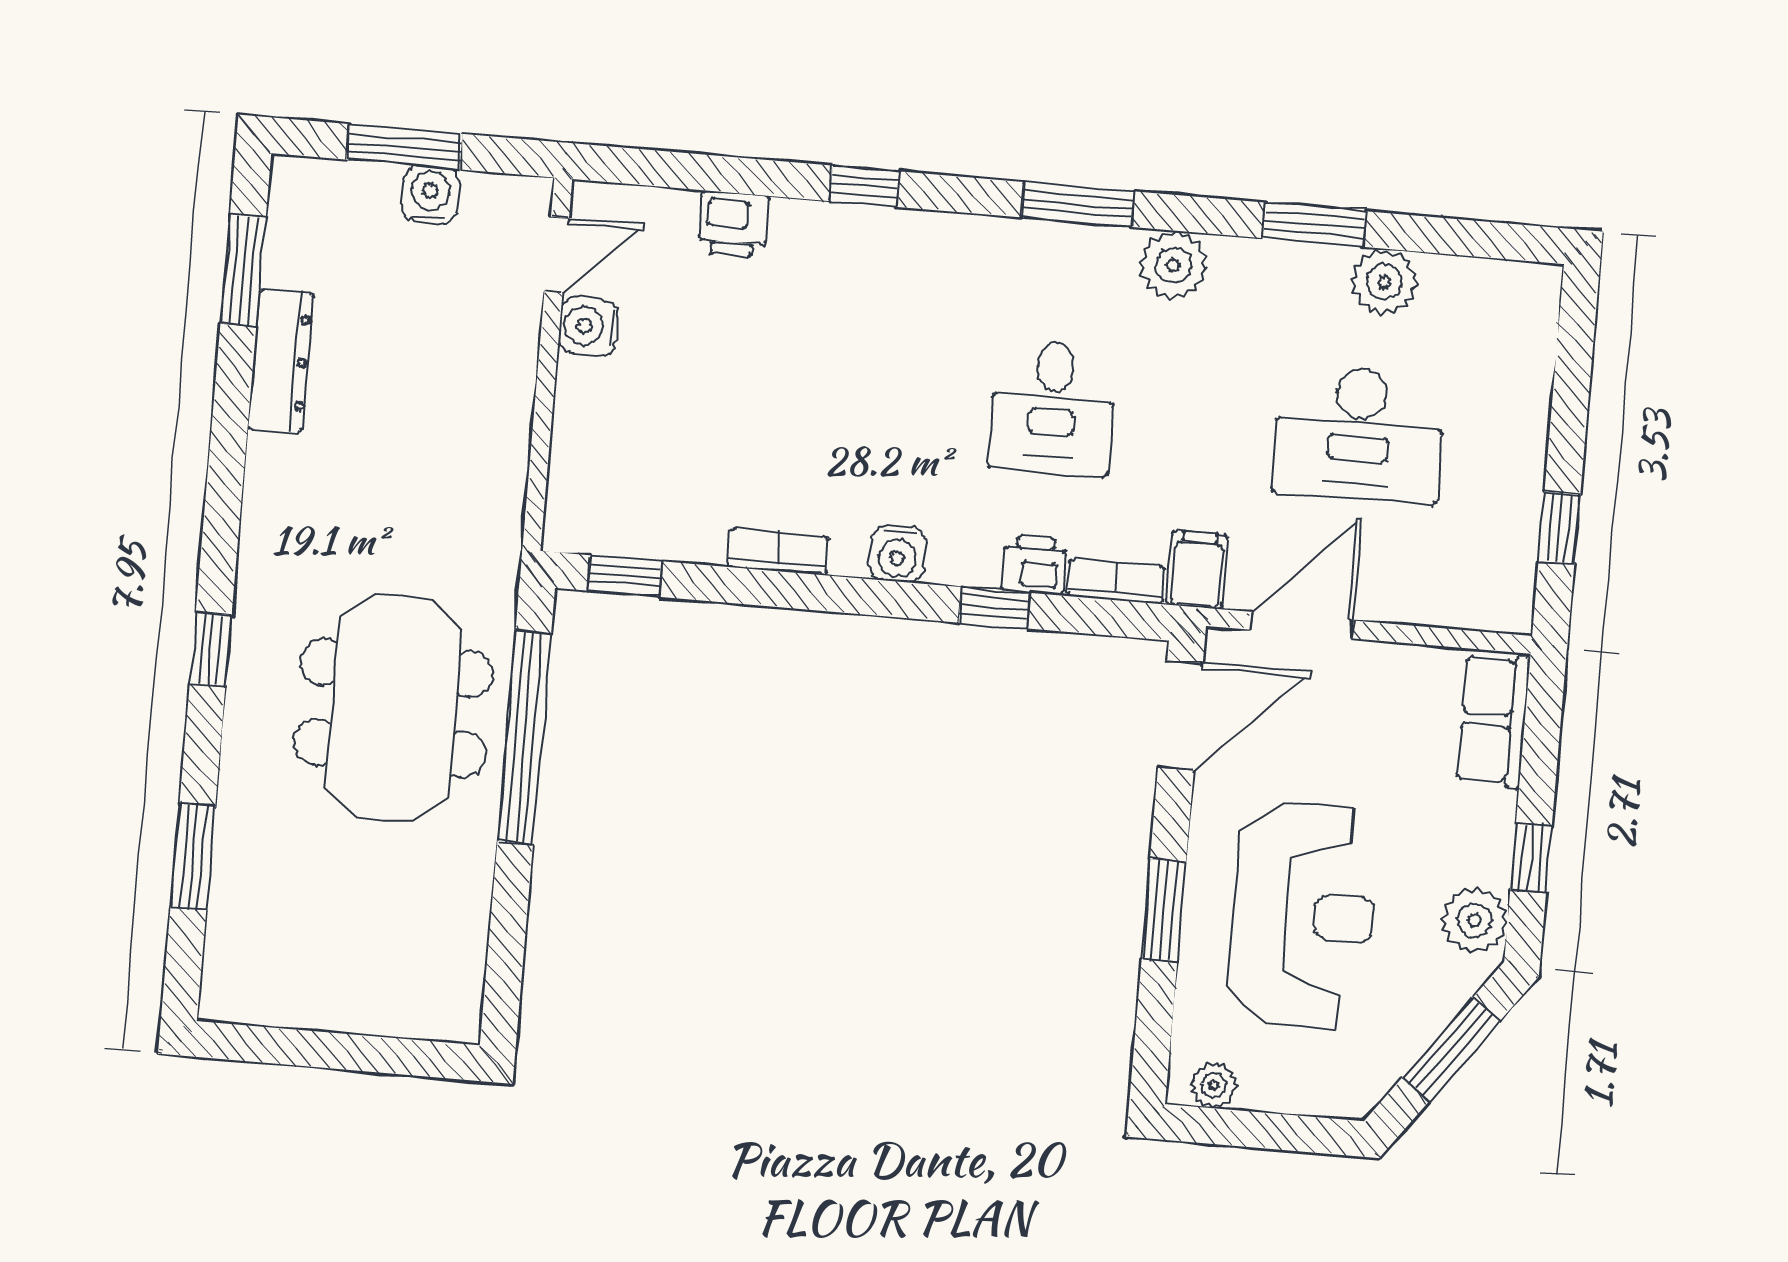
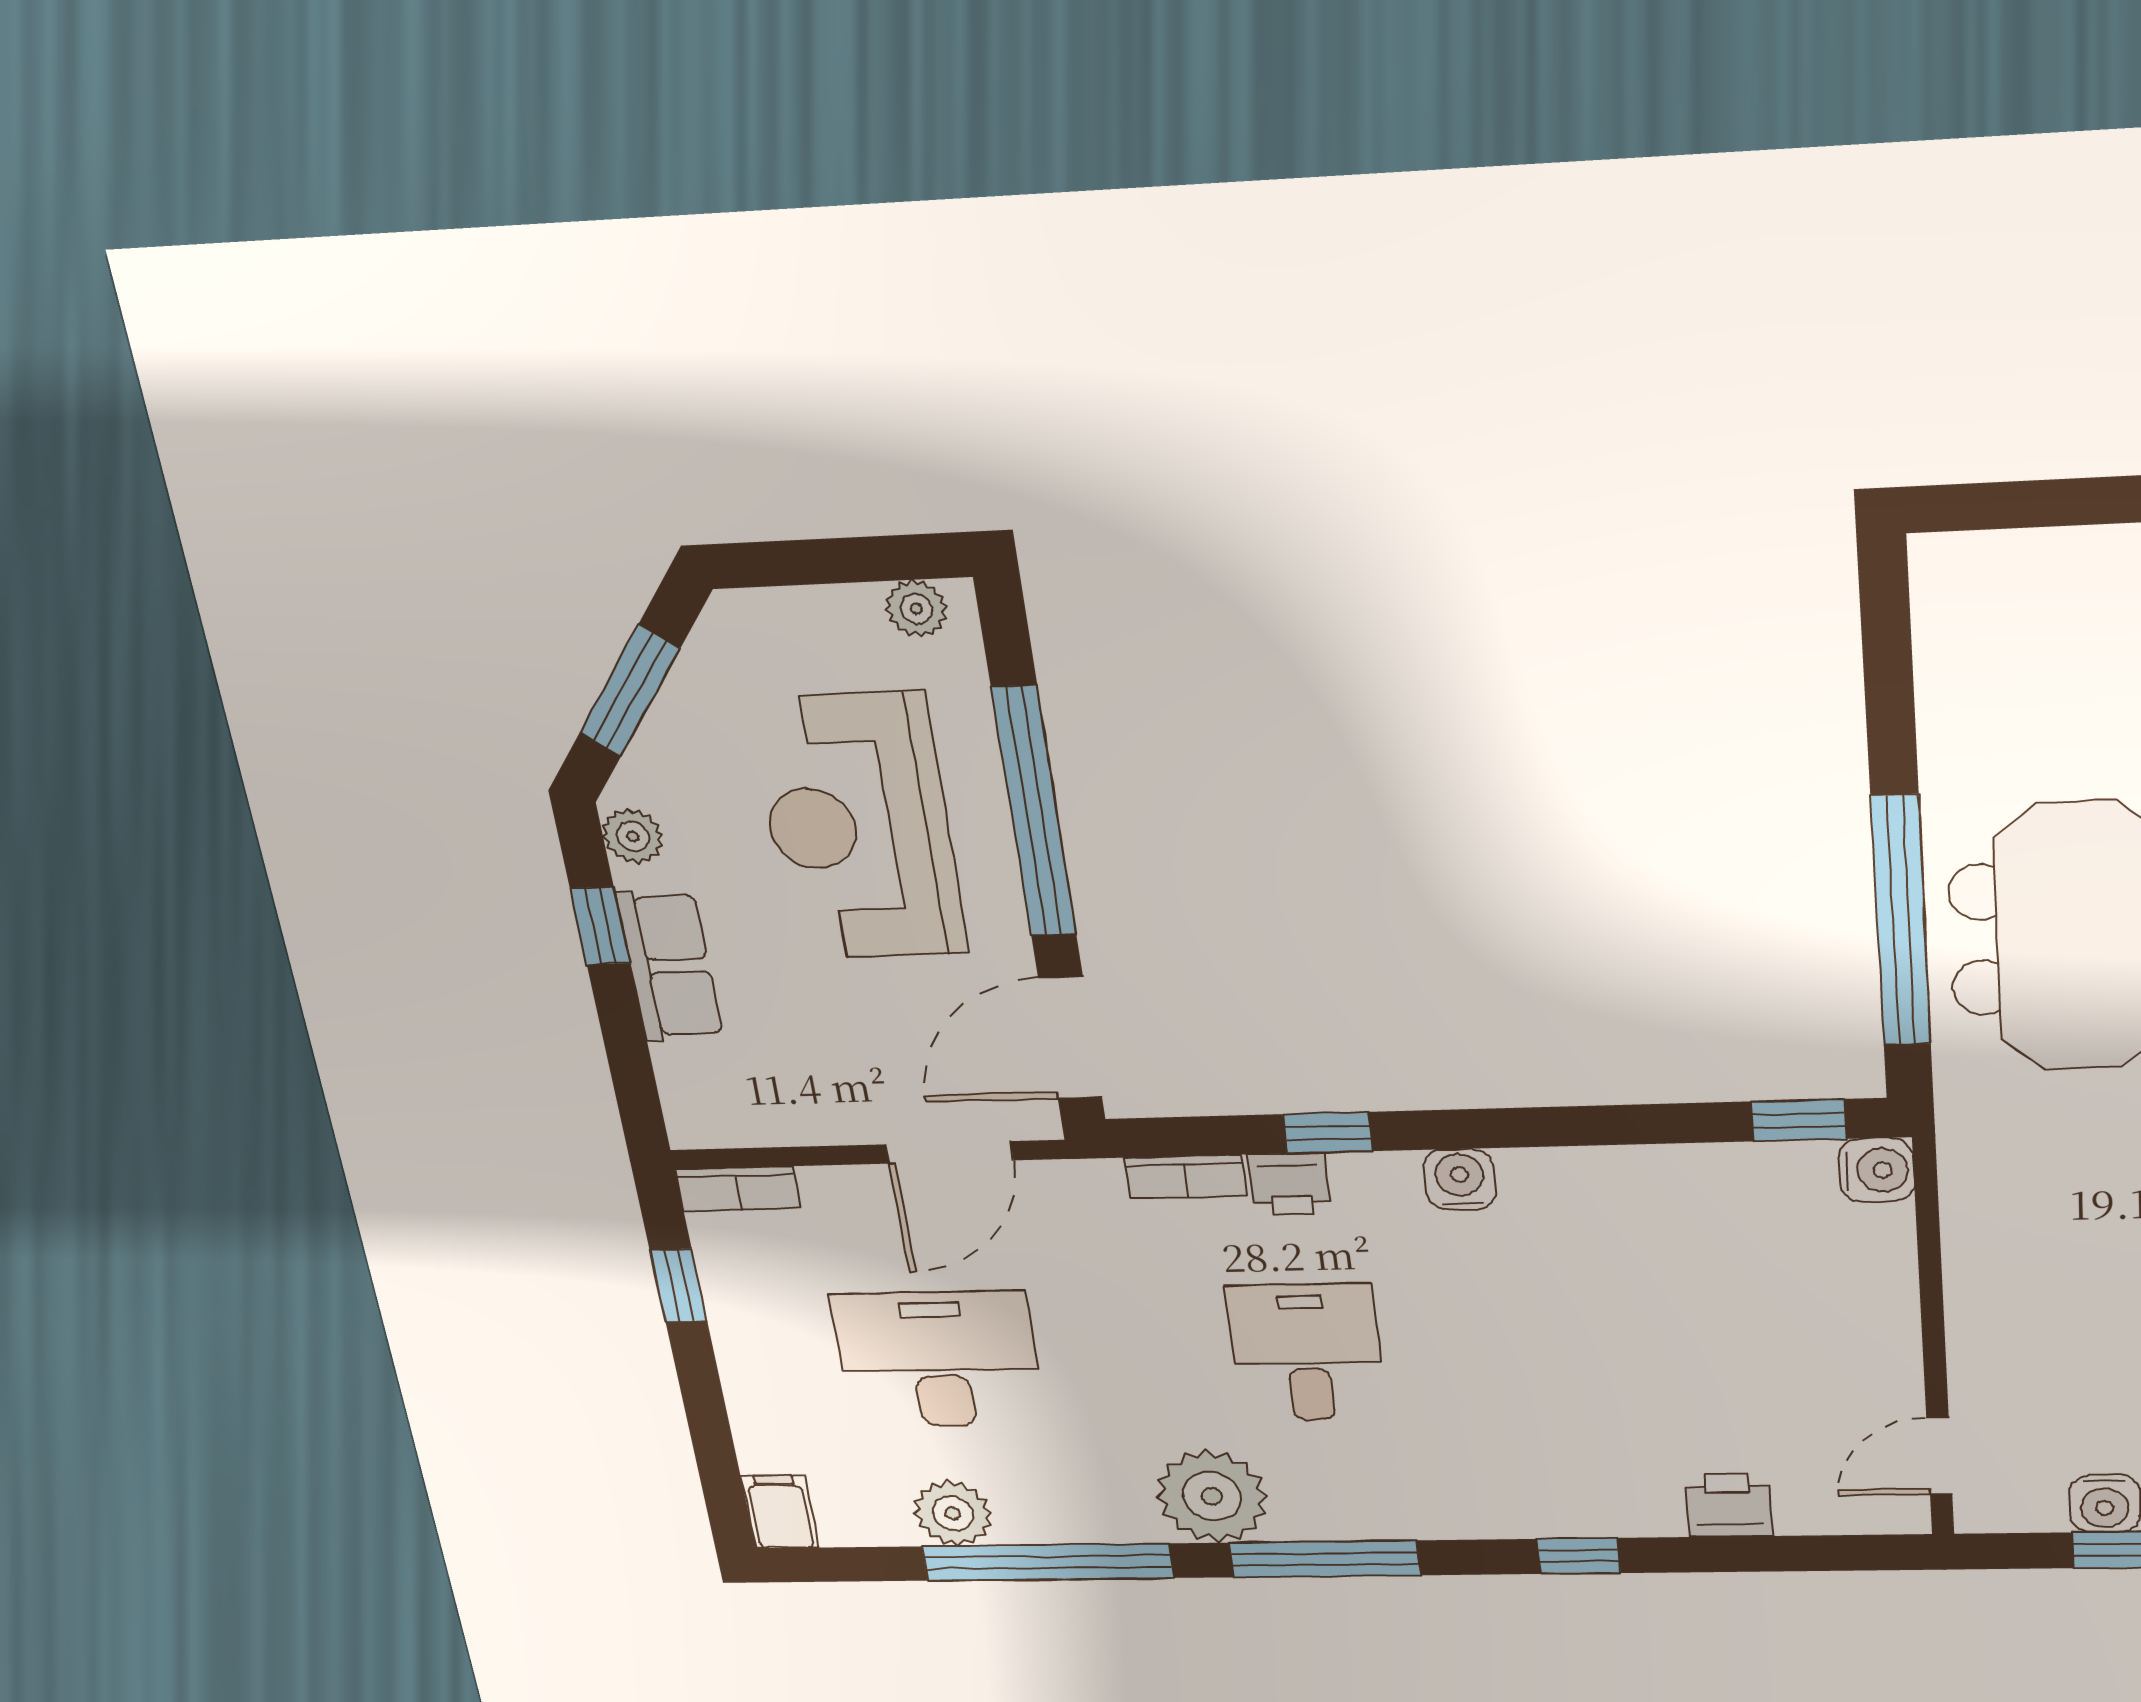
window: (1078, 204) -> (1325, 1559), width x1.44
window: (1314, 225) -> (1048, 1562), width x2.11
plant: (1173, 265) -> (1212, 1496), width x1.36, depth x1.36
water cooler: (588, 326) -> (1877, 1170), moved
bookcase: (778, 552) -> (738, 1189), moved
filing cabinet: (1197, 570) -> (780, 1512), moved, turned 180
row of seats: (1493, 720) -> (670, 966), moved
window: (1164, 910) -> (1034, 812), width x2.11
plant: (1475, 920) -> (633, 836), width x0.73, depth x0.73

